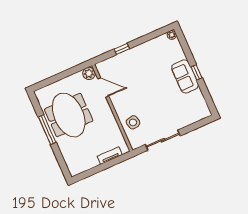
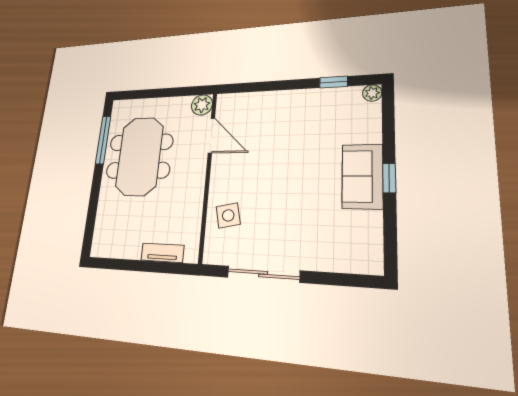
window: (122, 49) -> (334, 82), moved
window: (47, 130) -> (103, 140), moved

